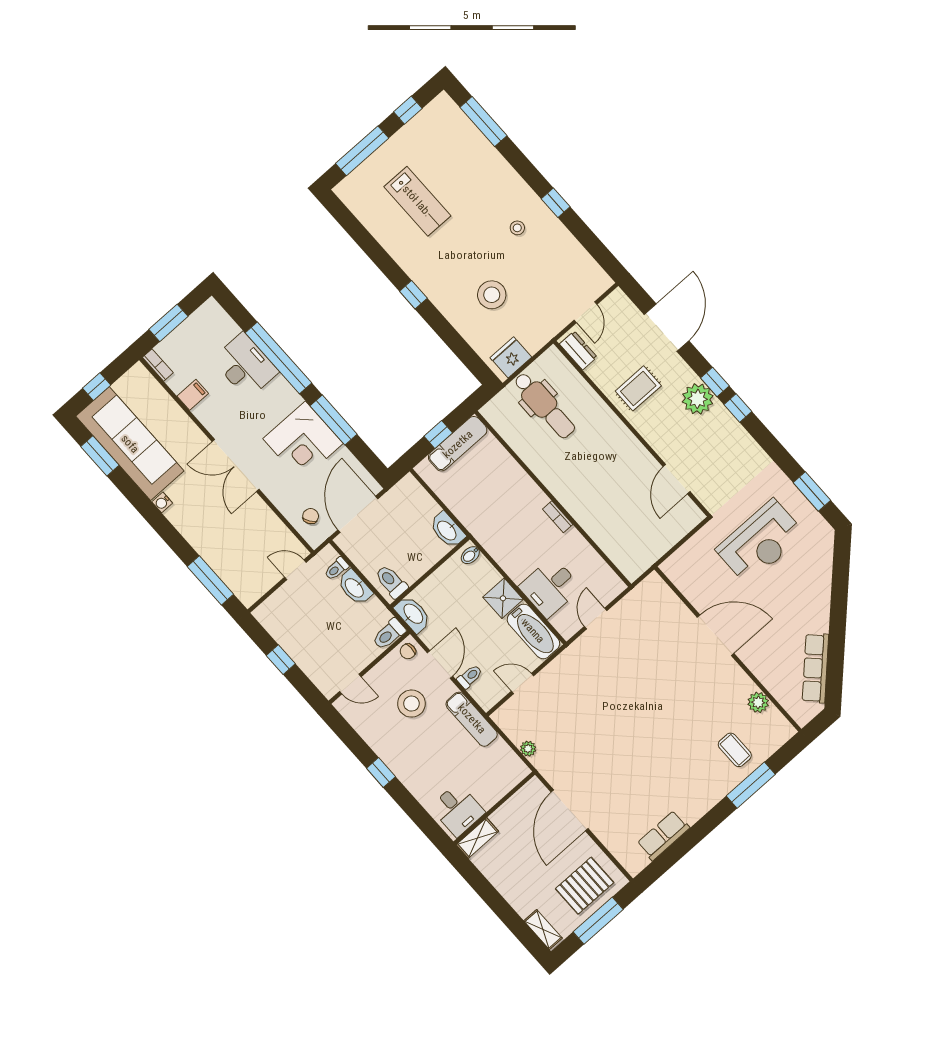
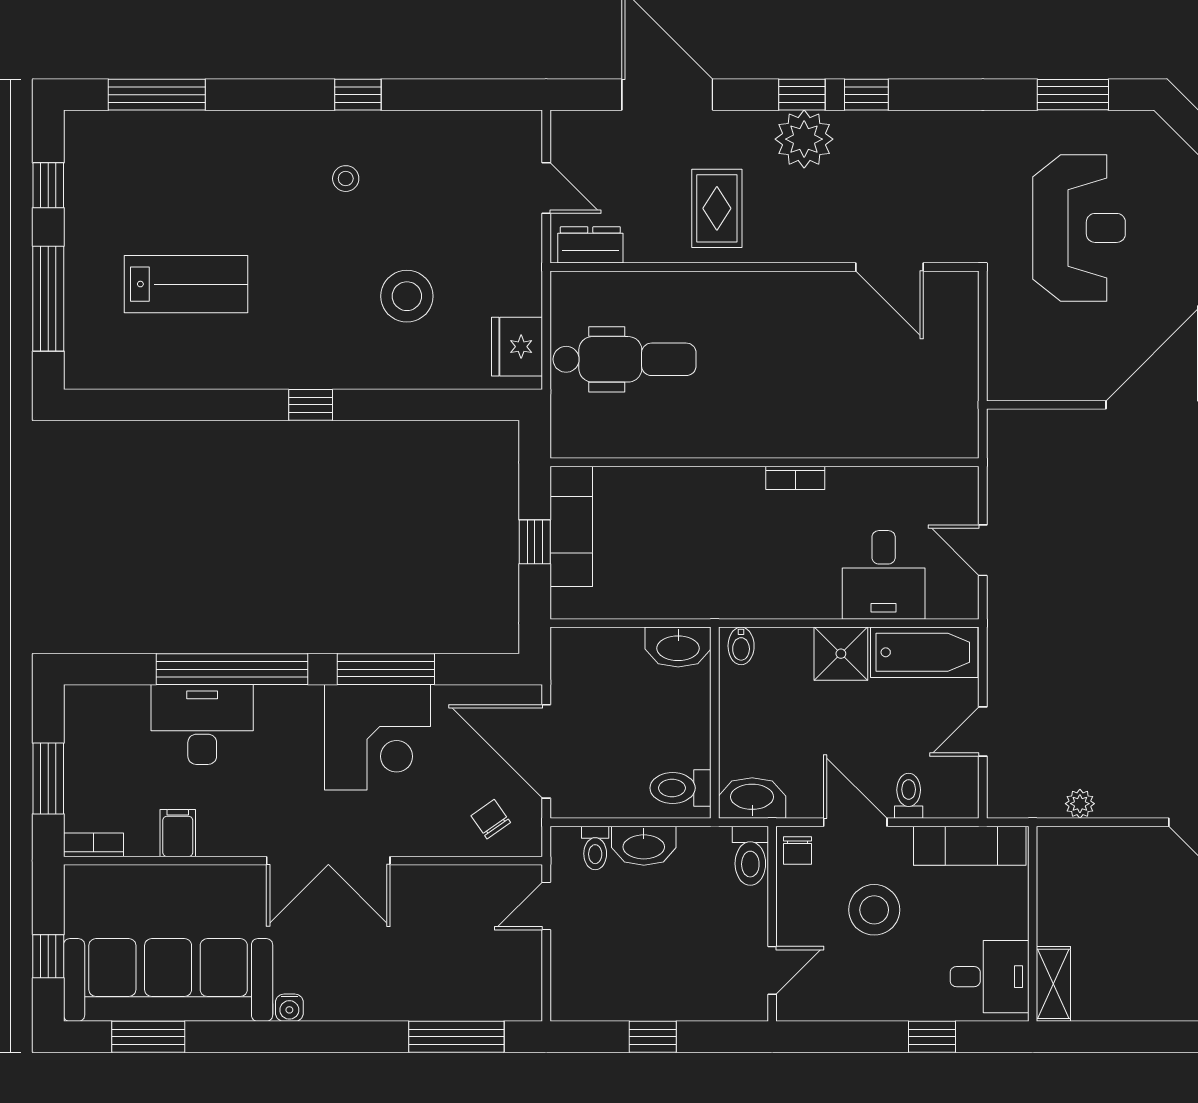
wall: (494, 808) -> (1033, 924), moved
desk: (457, 810) -> (990, 977), moved
shelving: (477, 838) -> (1053, 984), moved

